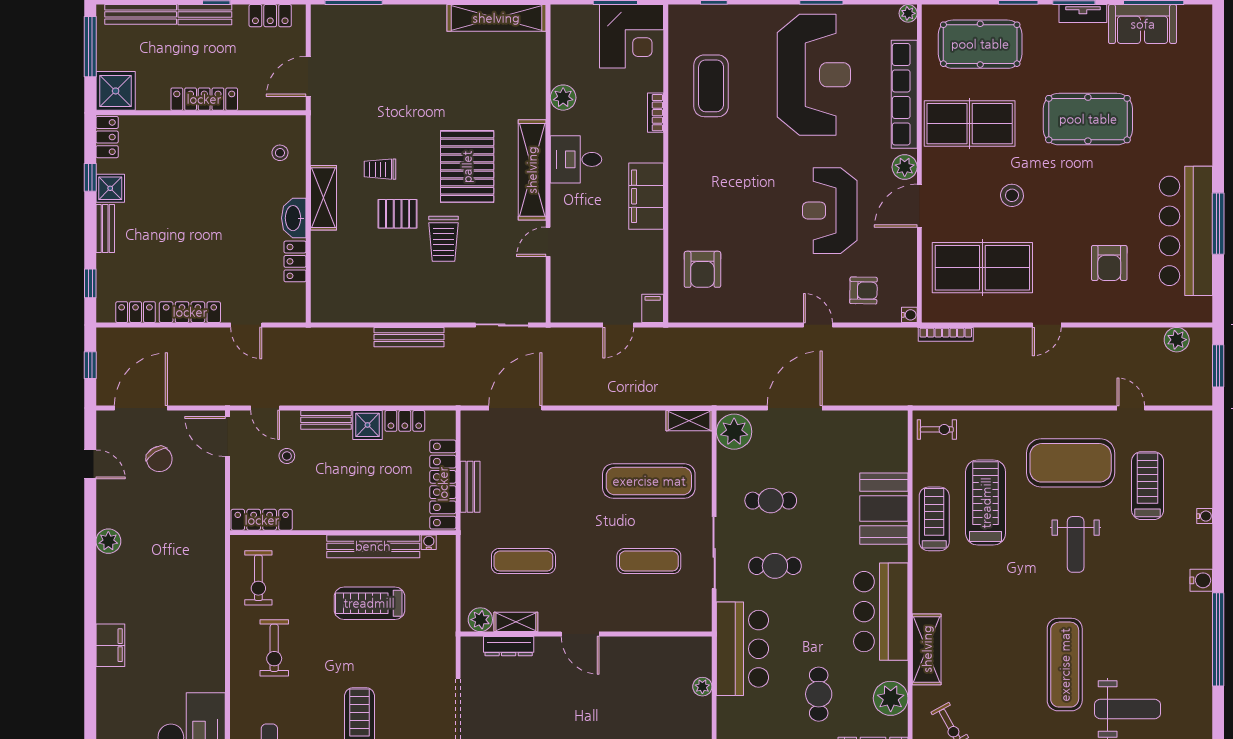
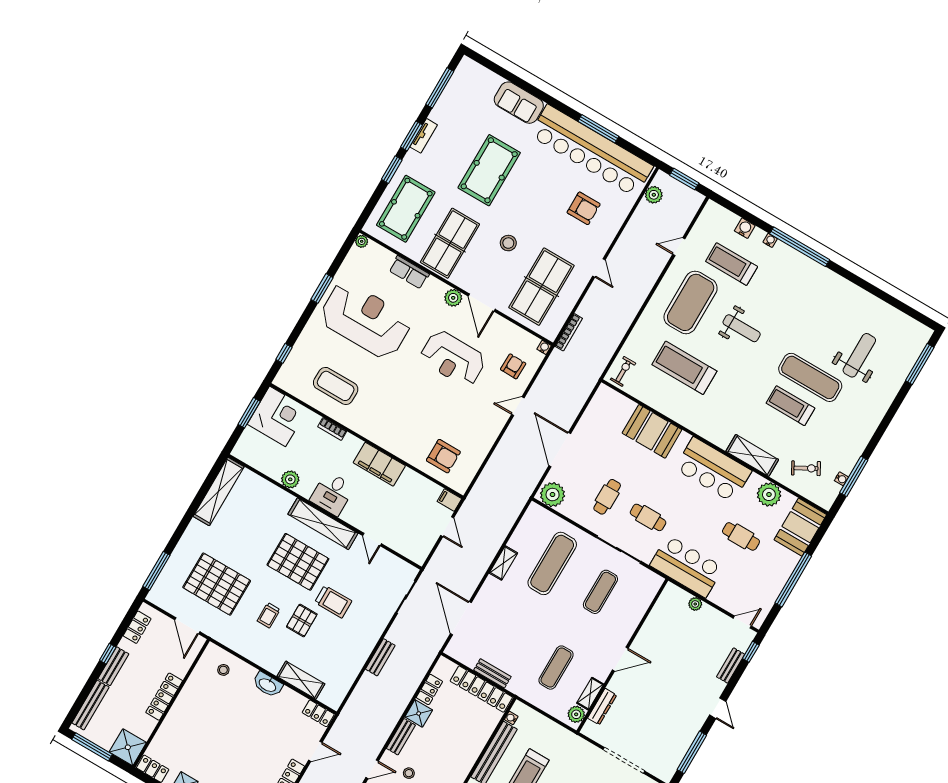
sofa: (1143, 24) -> (519, 103), moved, turned 90
pallet: (381, 82) -> (217, 584), added
row of seats: (904, 94) -> (409, 272), width x0.50
shelving: (323, 198) -> (301, 680), moved
bar counter: (1186, 231) -> (591, 151), width x1.36
locker: (295, 261) -> (318, 713), moved
bench: (409, 337) -> (380, 657), width x0.73
shelving: (689, 421) -> (503, 563), moved
treadmill: (934, 519) -> (790, 406), moved
cafe table: (775, 566) -> (648, 517), turned 90
water cooler: (1201, 580) -> (745, 228), moved
window: (1218, 639) -> (800, 247), moved

